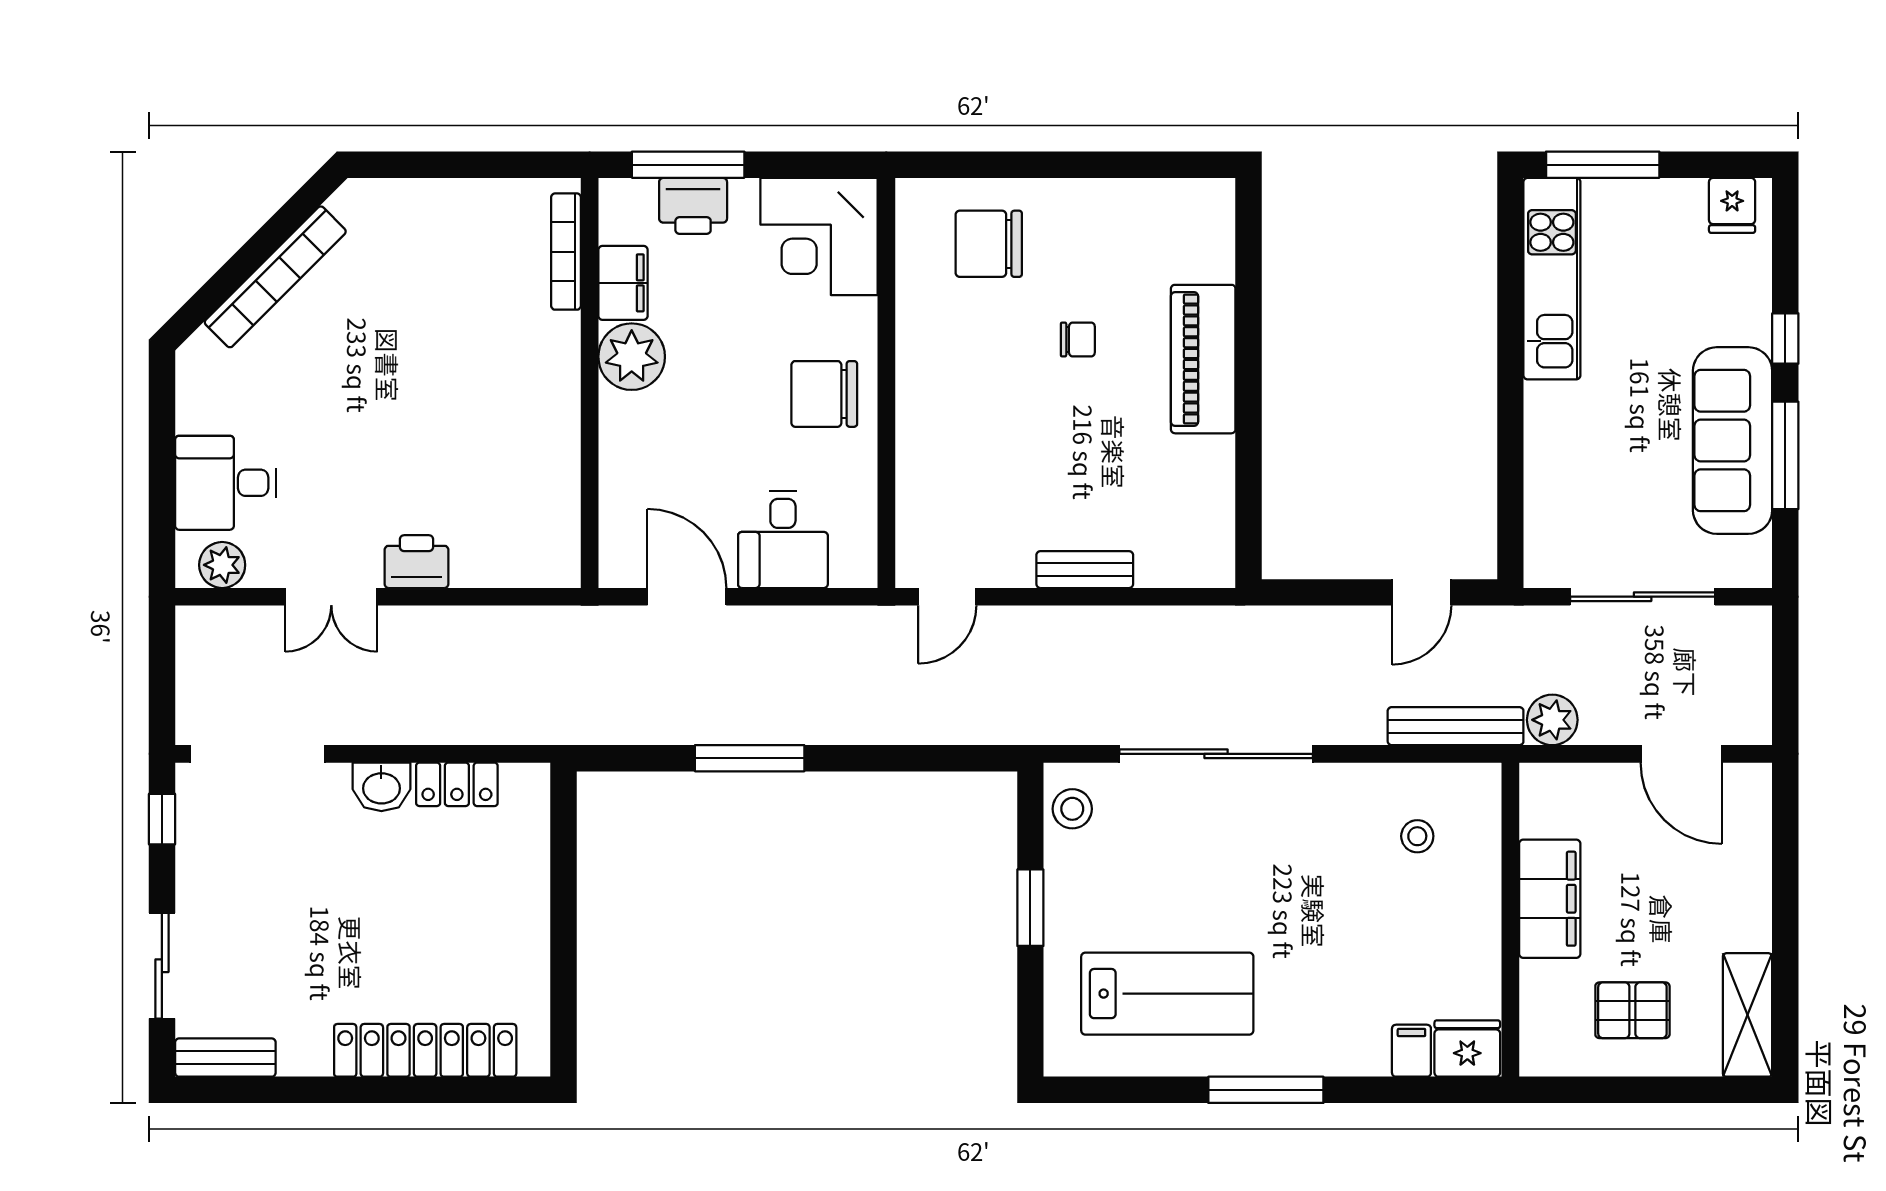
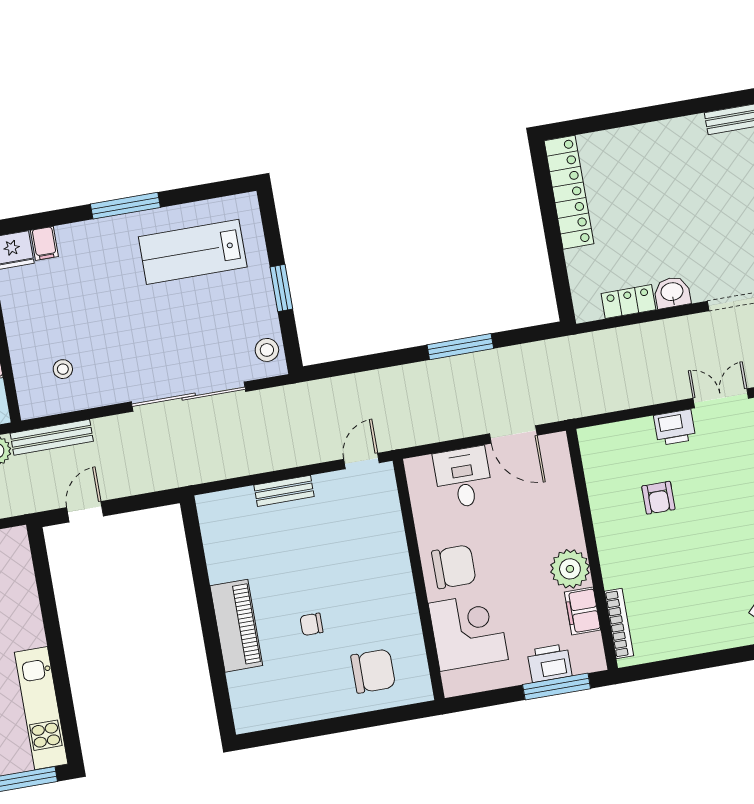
corner desk: (819, 236) -> (468, 631), moved
armchair: (464, 449) -> (658, 498), added
locker: (425, 1050) -> (569, 192), moved, turned -90

